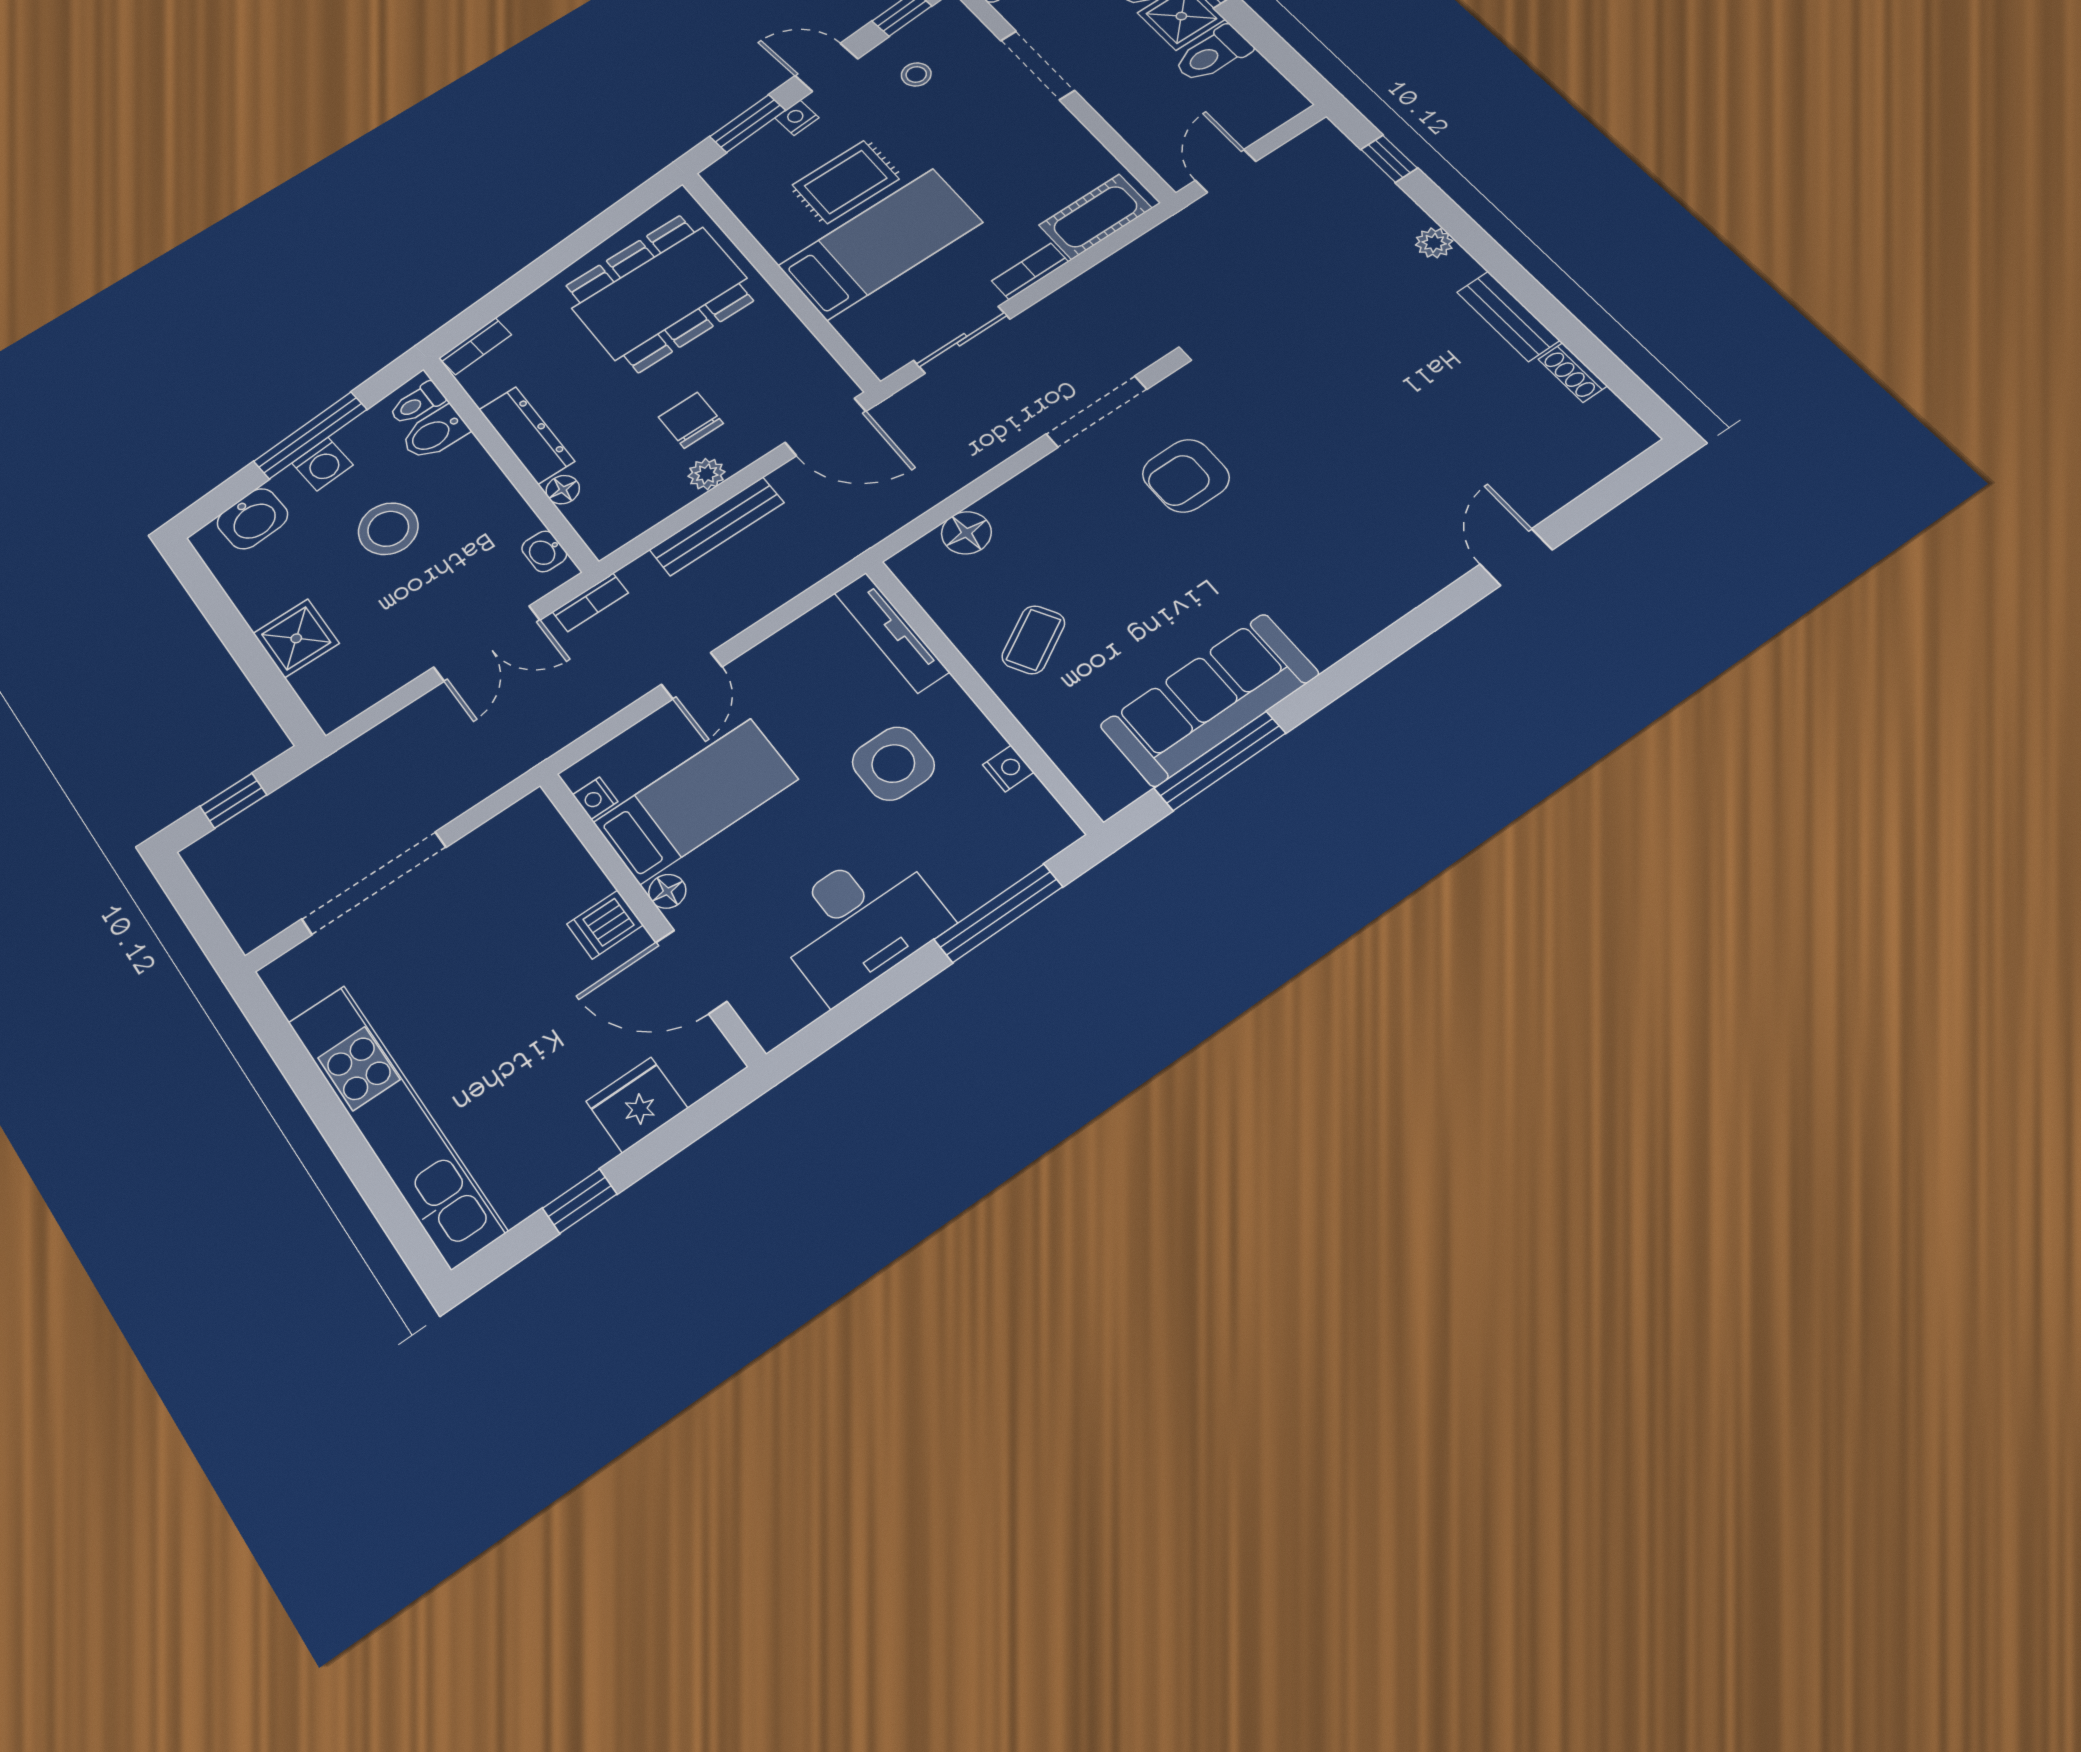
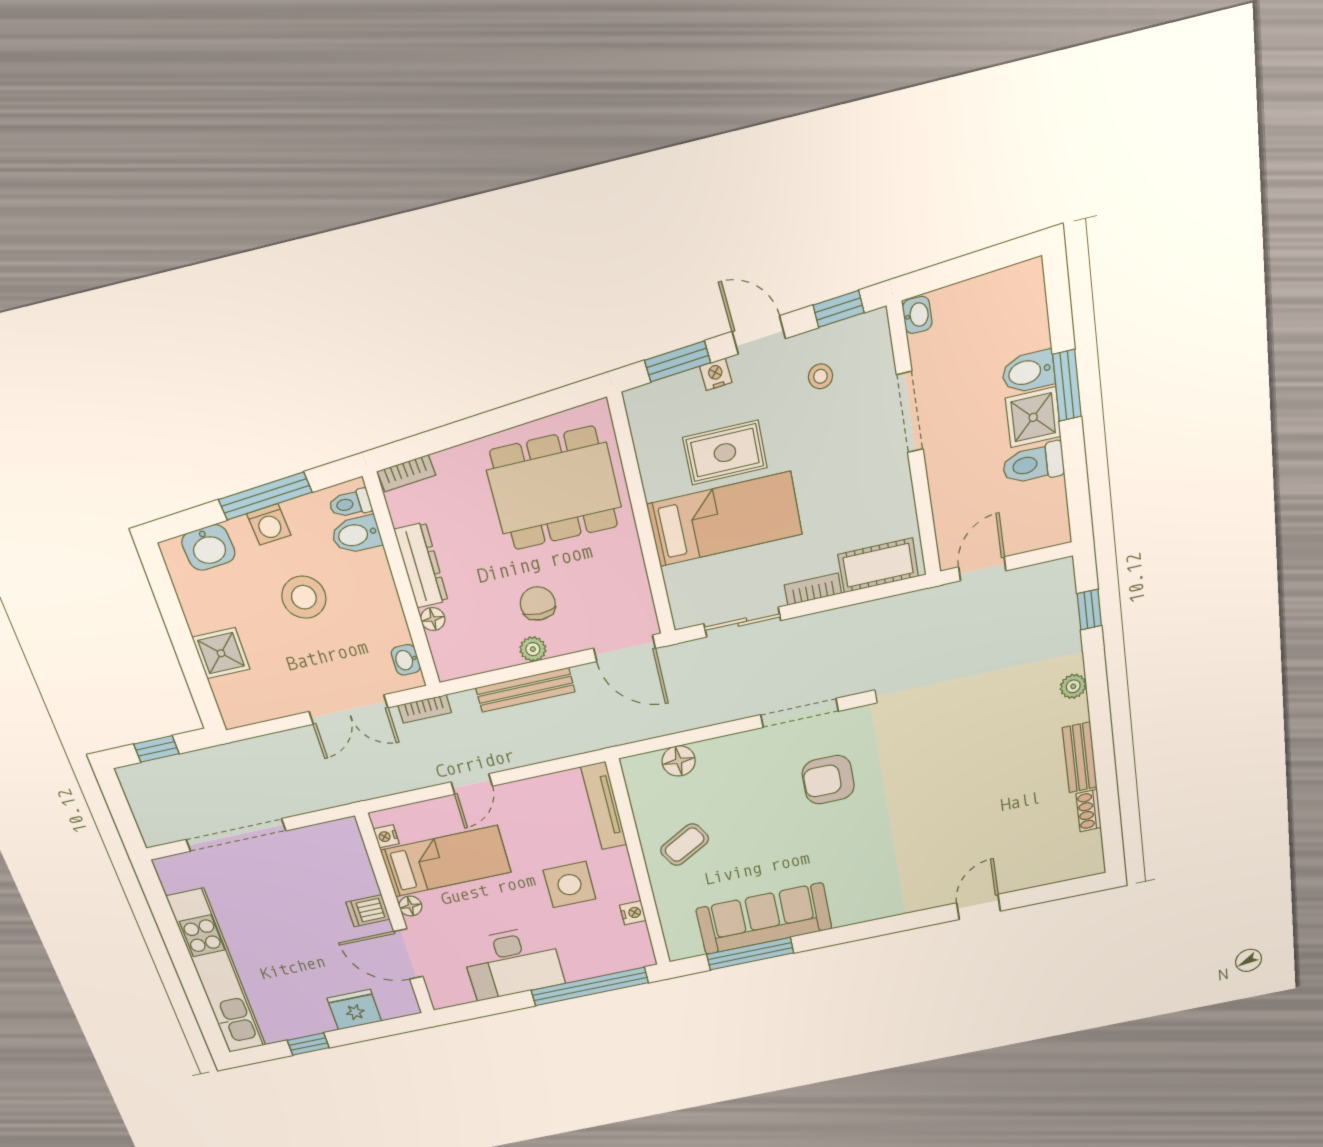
window: (999, 913) -> (590, 986), width x1.46

